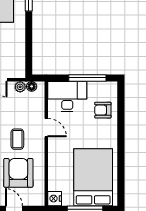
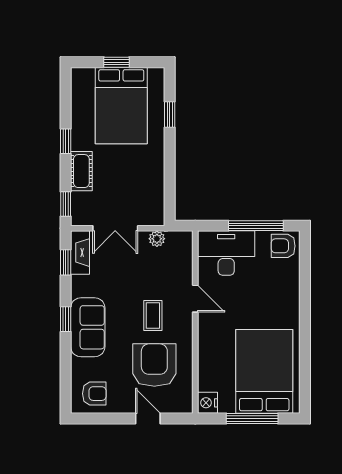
floor lamp: (32, 86) -> (174, 238), removed
armchair: (103, 110) -> (283, 246), moved

